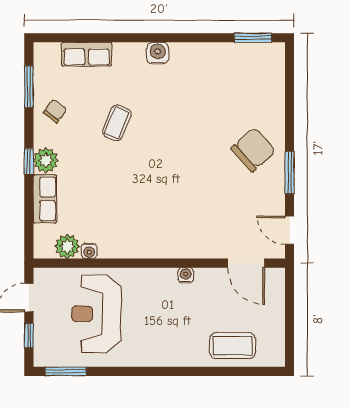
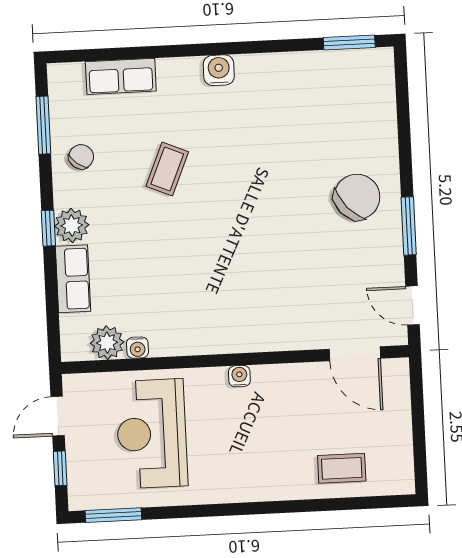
water cooler: (186, 275) -> (239, 376), moved
coffee table: (233, 346) -> (342, 468), width x0.73, depth x0.77

